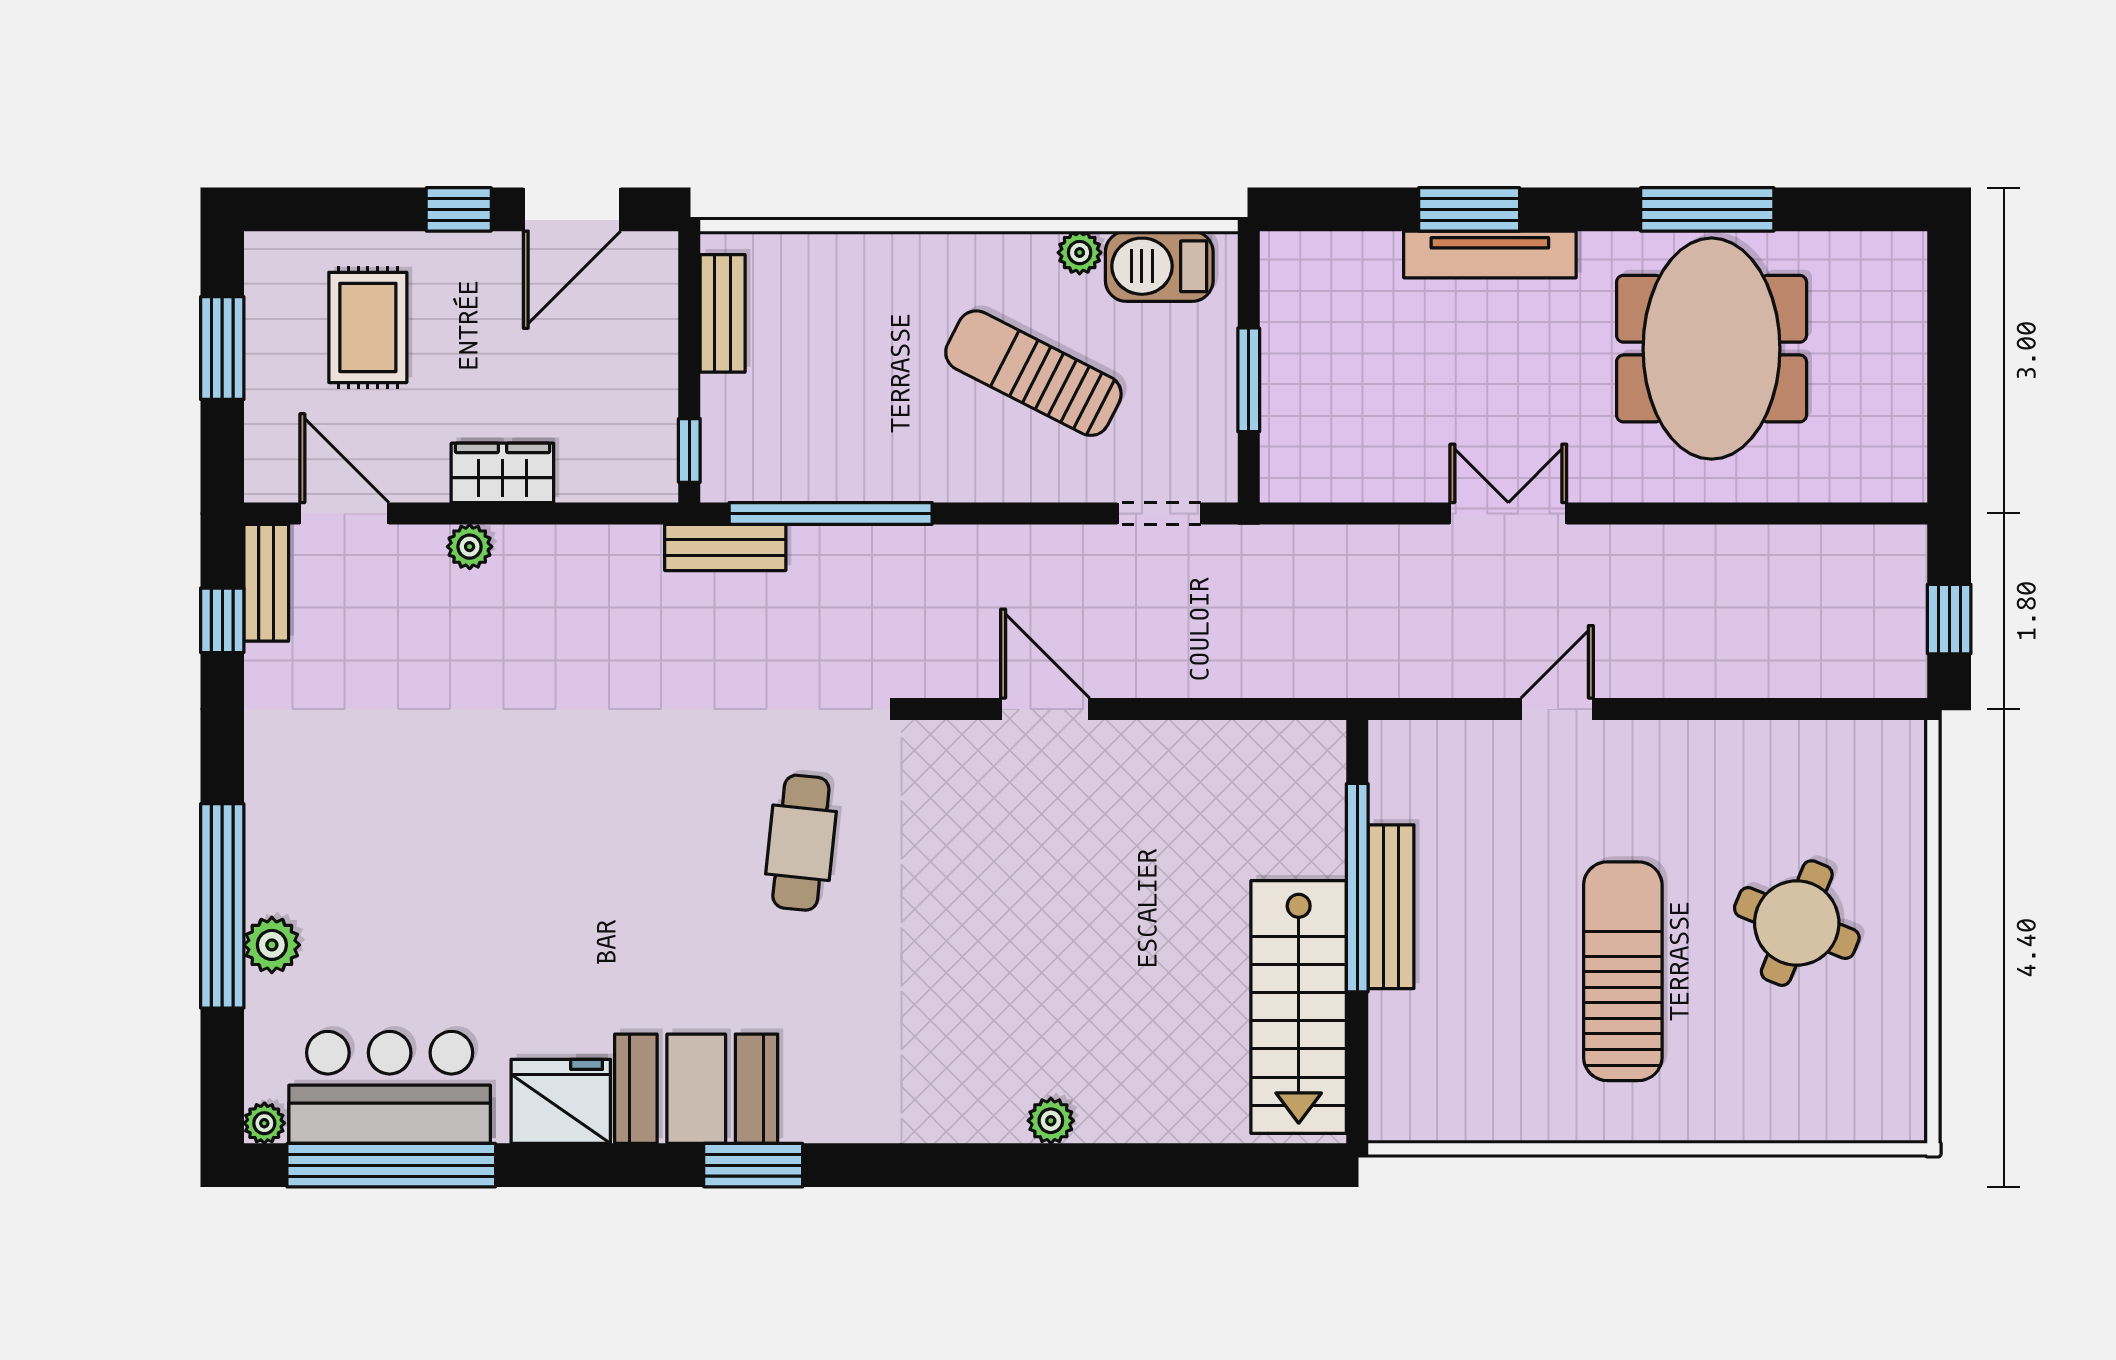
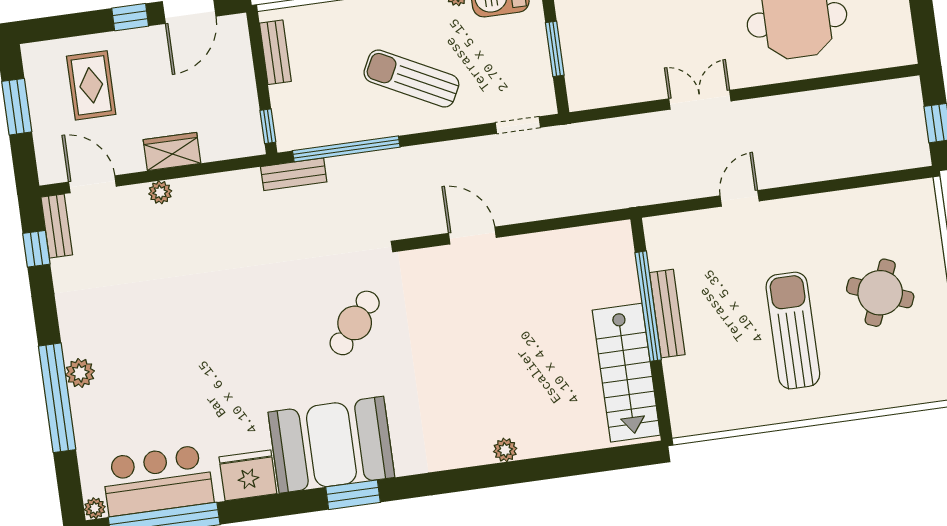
sun lounger: (1033, 373) -> (411, 78), moved
cafe table: (801, 843) -> (355, 323), turned 34
plant: (272, 945) -> (80, 373), moved
booth: (696, 1089) -> (331, 445), width x1.36, depth x1.42

